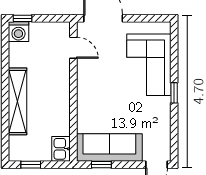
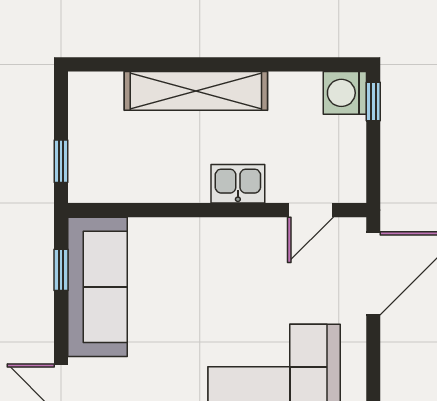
kitchen sink: (61, 149) -> (238, 184), moved
window: (31, 165) -> (61, 161), moved

